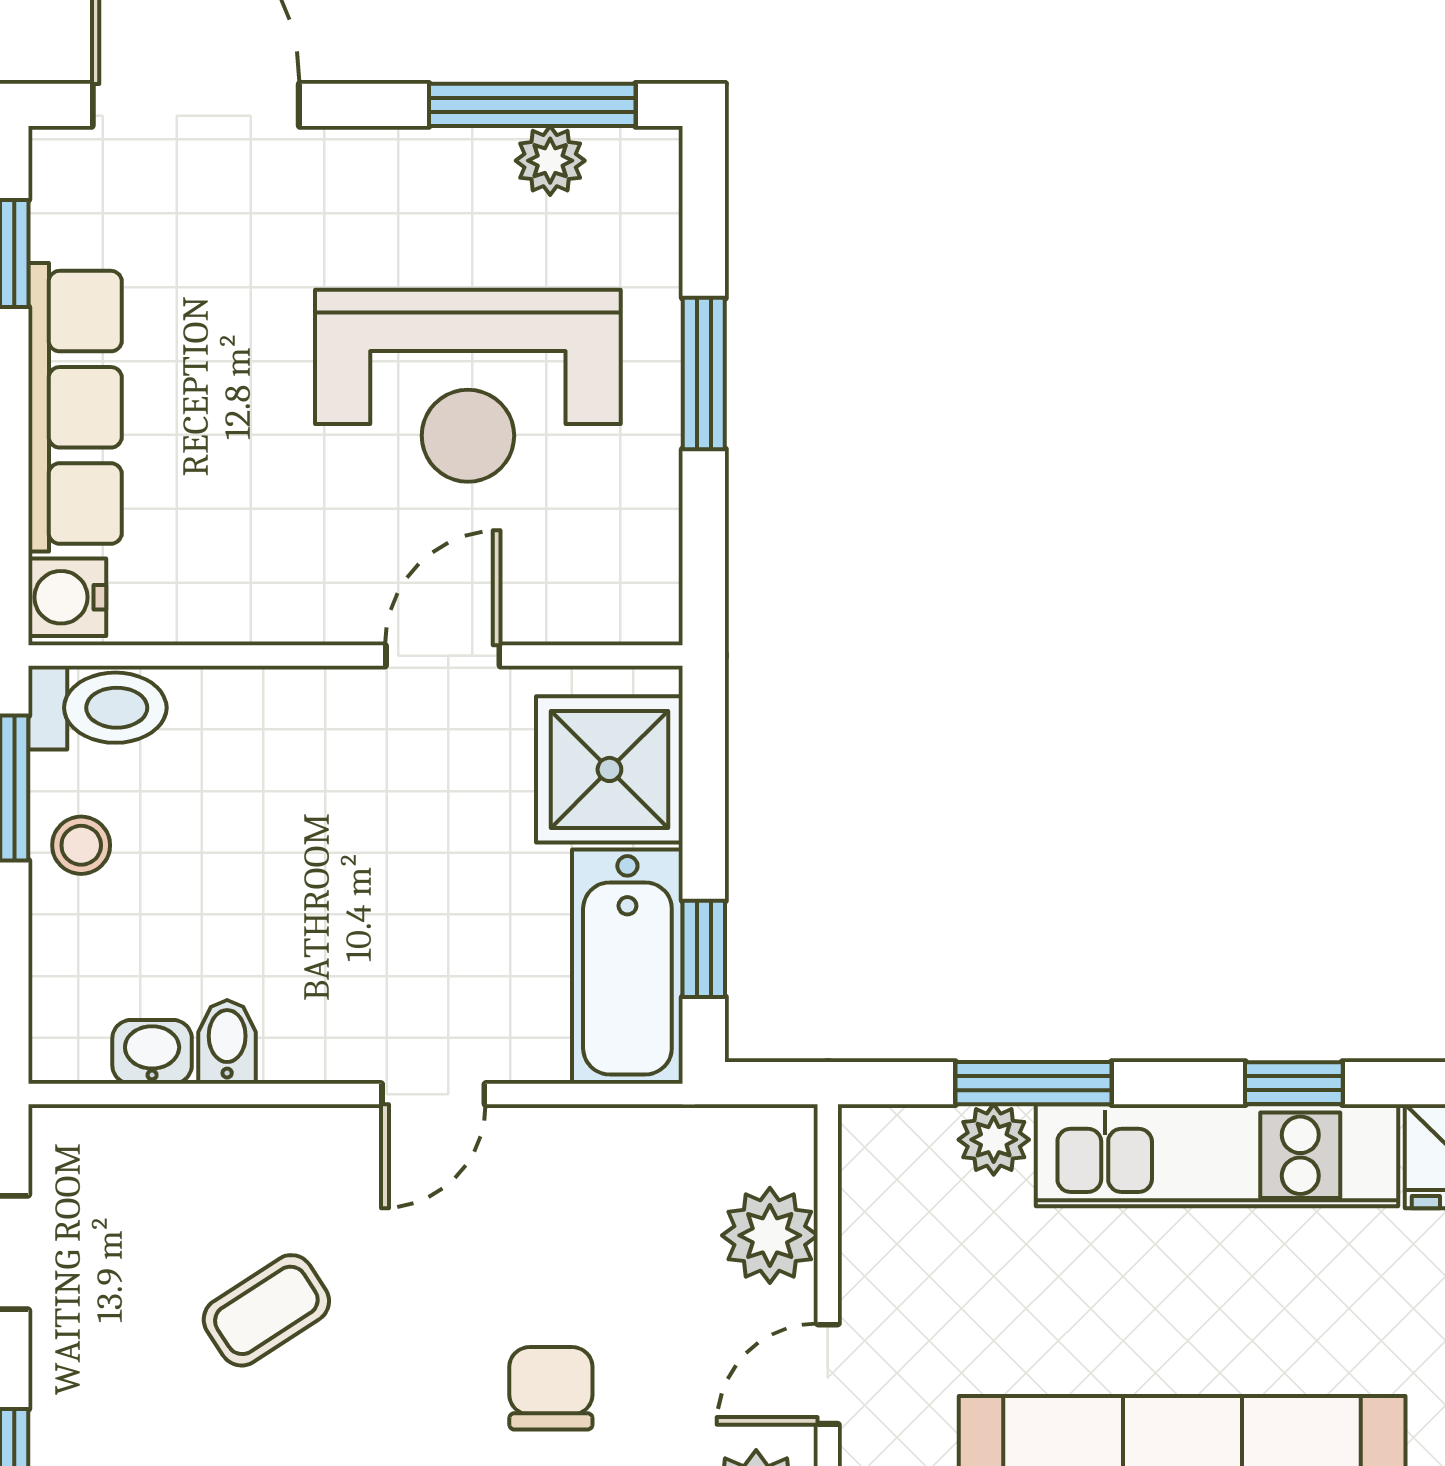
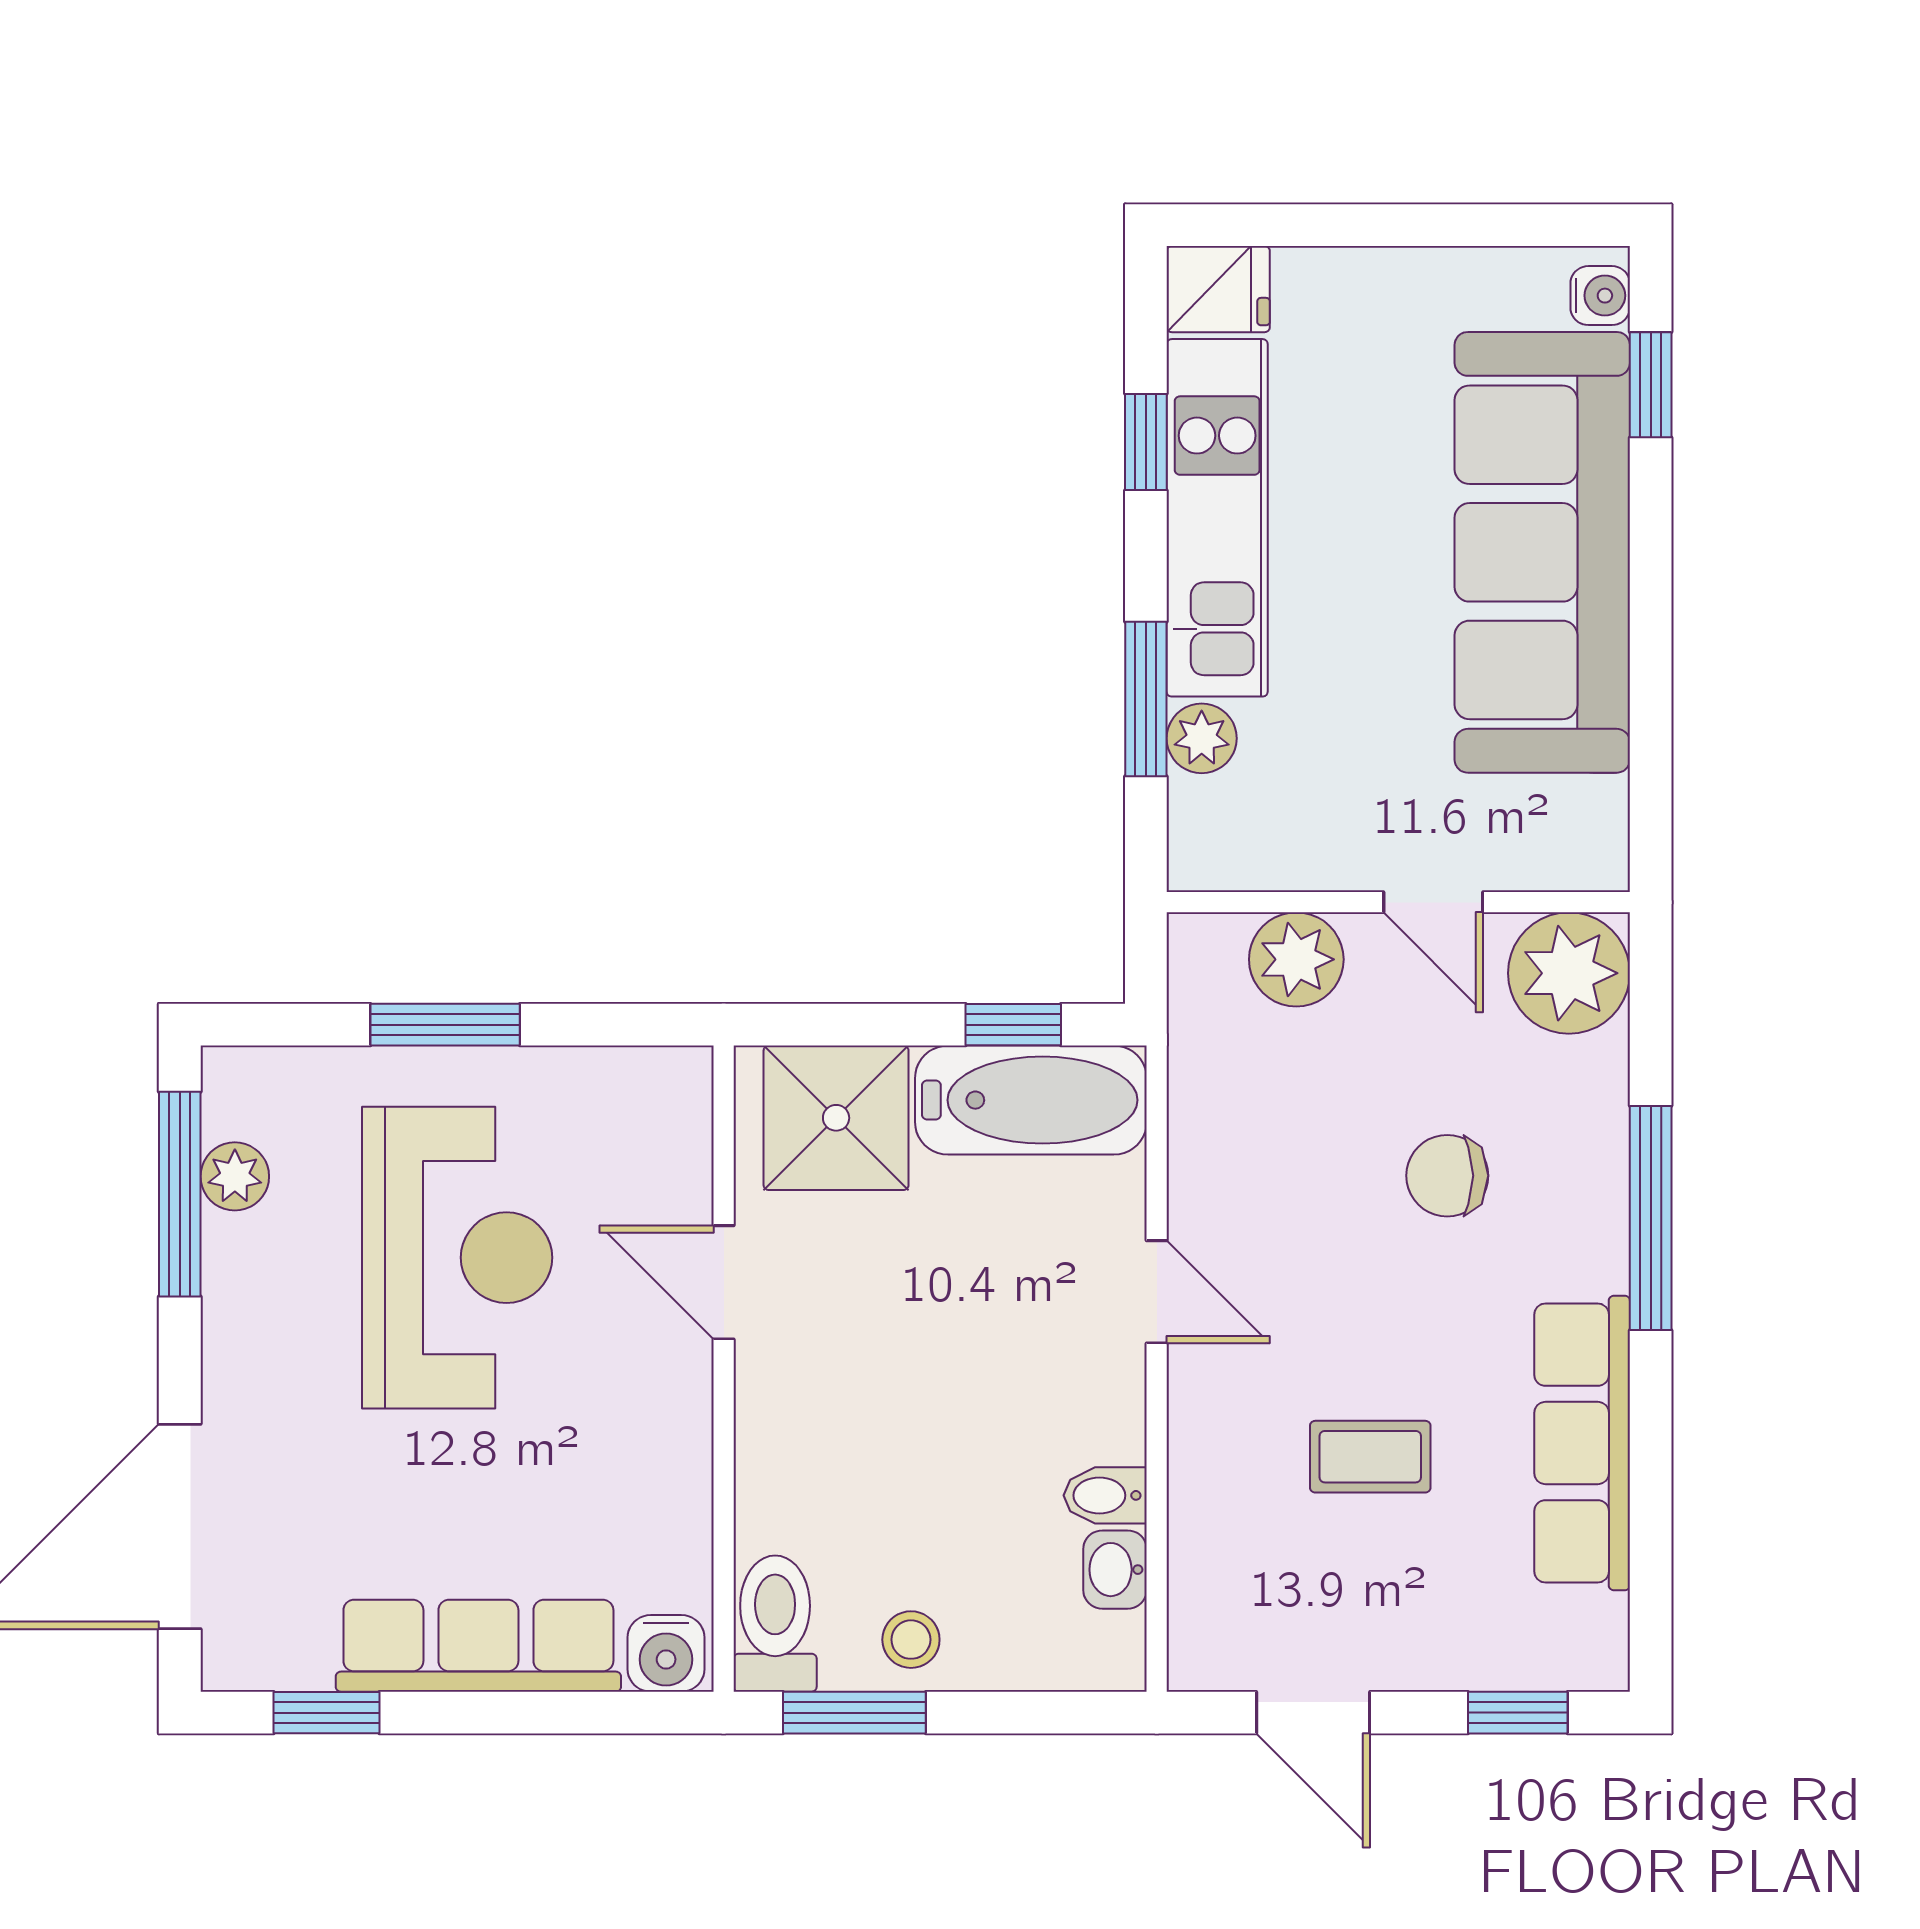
coffee table: (266, 1310) -> (1370, 1457), turned -57

